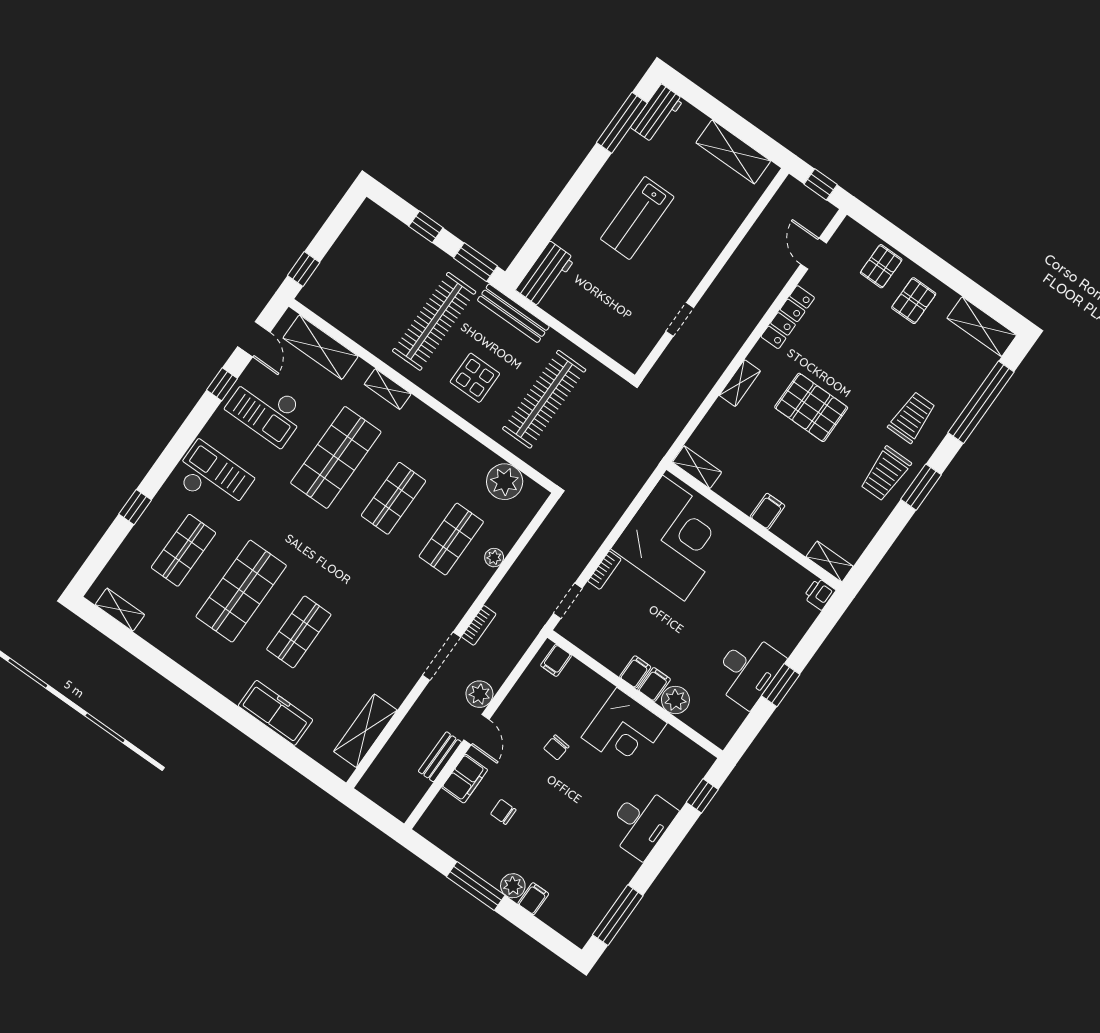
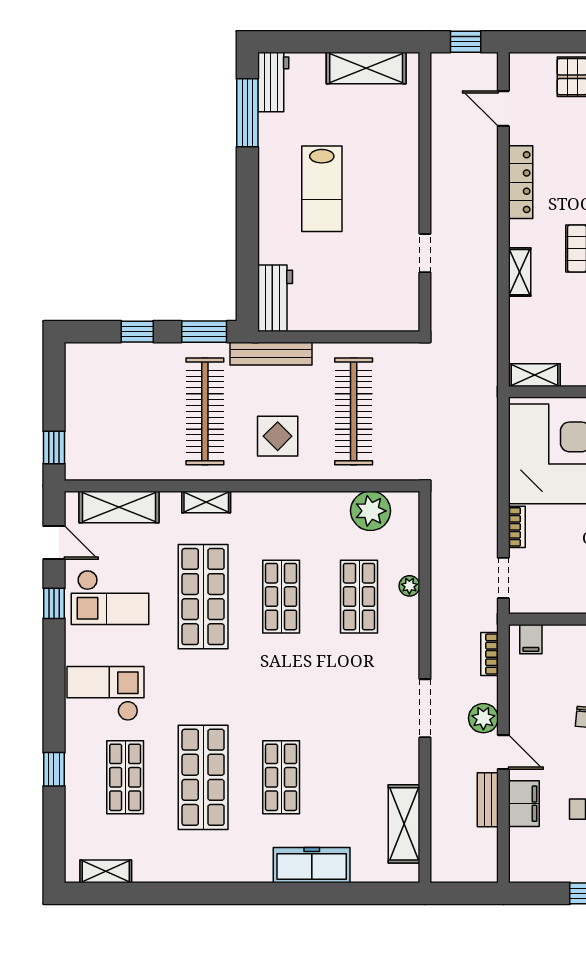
bookcase: (479, 625) -> (489, 654), moved, turned 180

